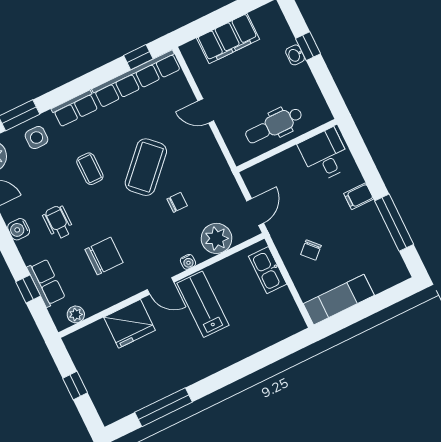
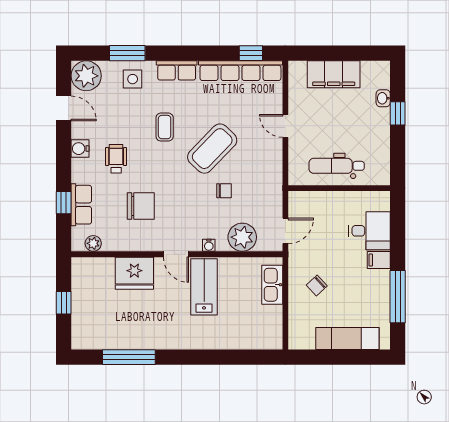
washbasin: (295, 55) -> (383, 98), moved
desk: (325, 155) -> (370, 231), moved, turned 90
exam couch: (339, 300) -> (347, 338), moved

